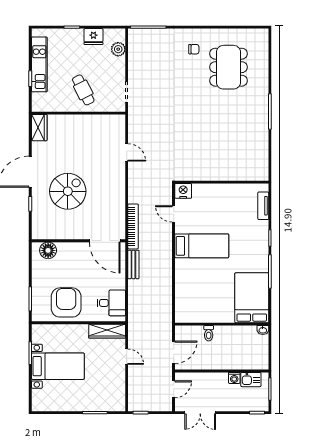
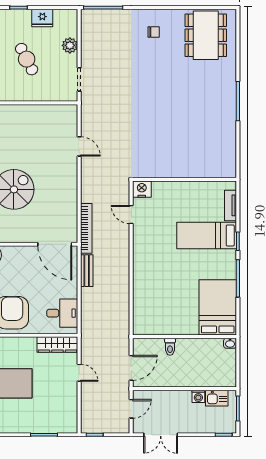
plant: (118, 49) -> (70, 45), moved
dining table: (228, 67) -> (206, 35), moved
cafe table: (83, 90) -> (27, 59), moved
bed: (202, 246) -> (207, 235), moved, turned 180

